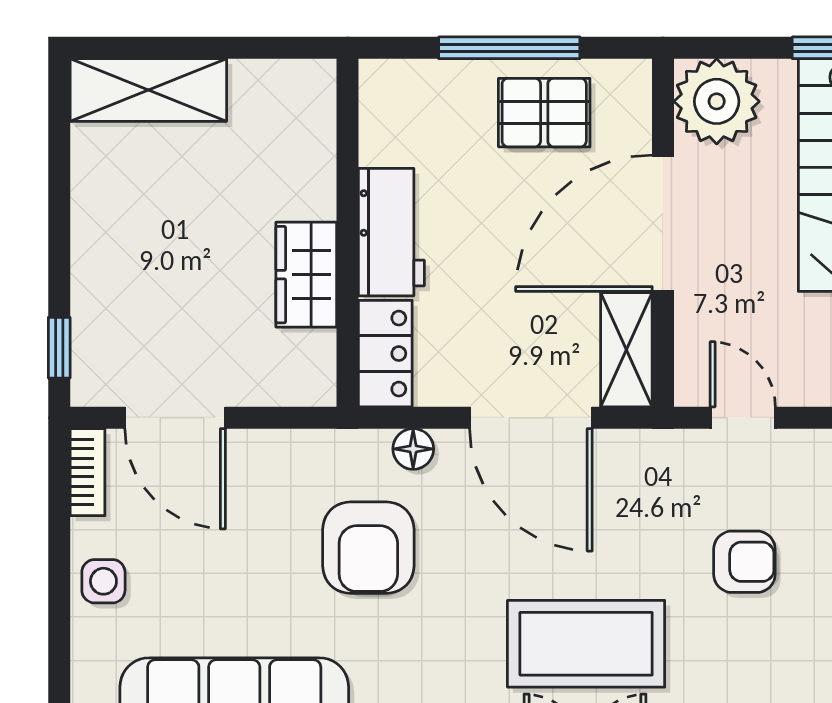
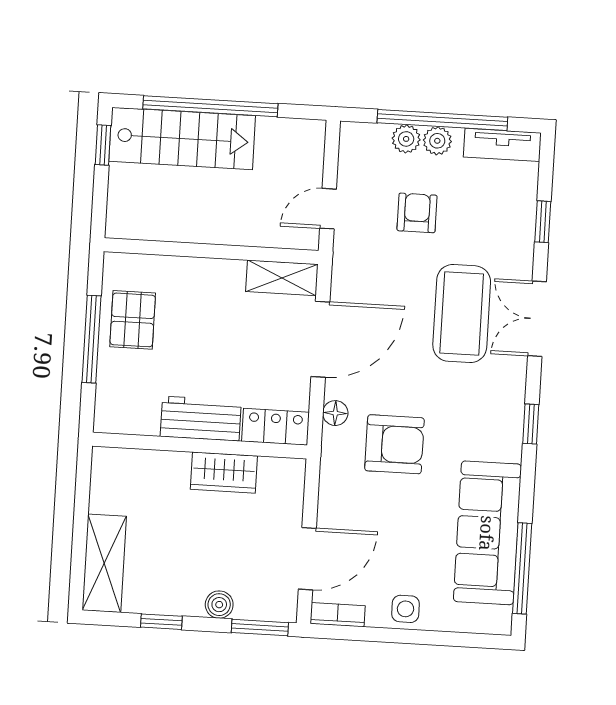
plant: (717, 101) -> (132, 213), removed
window: (59, 188) -> (161, 622), added
door: (663, 223) -> (205, 251), removed
boiler: (93, 280) -> (219, 605), added
window: (59, 348) -> (260, 628), width x1.50

